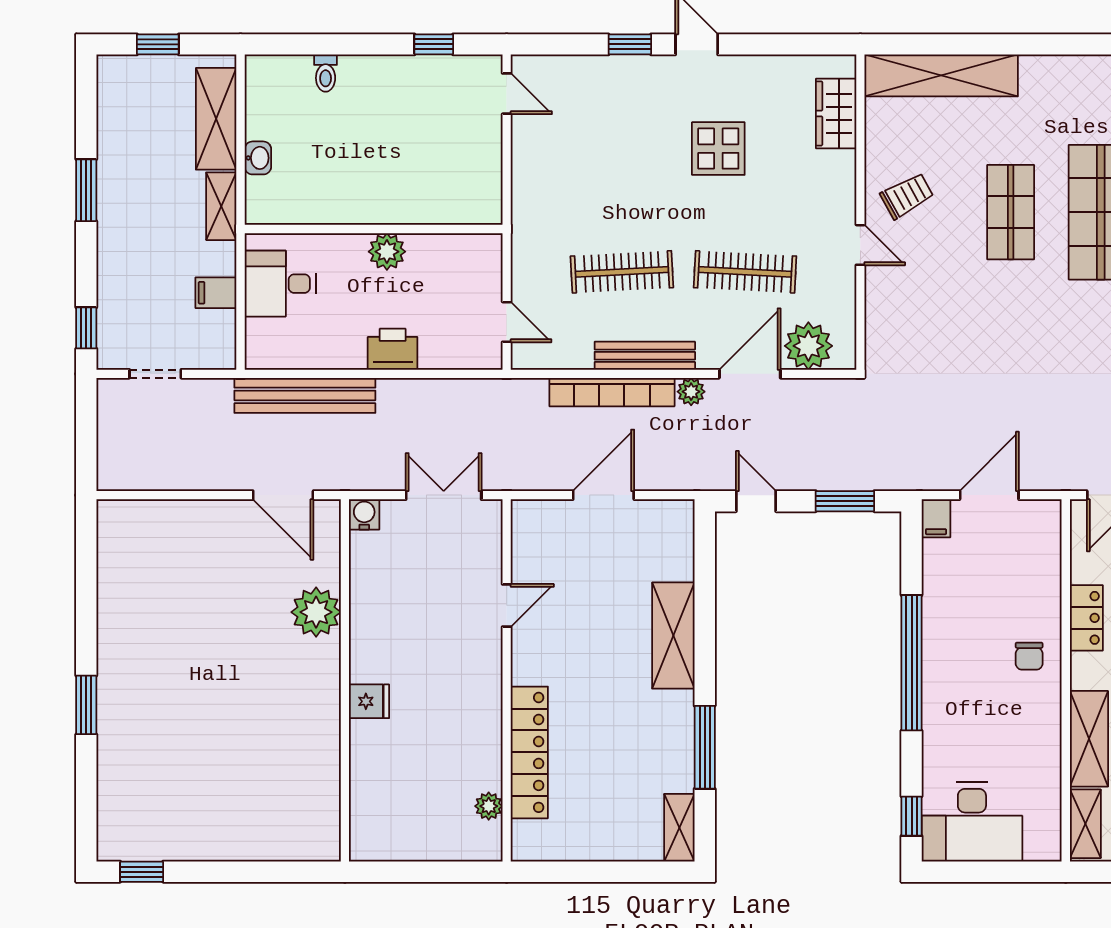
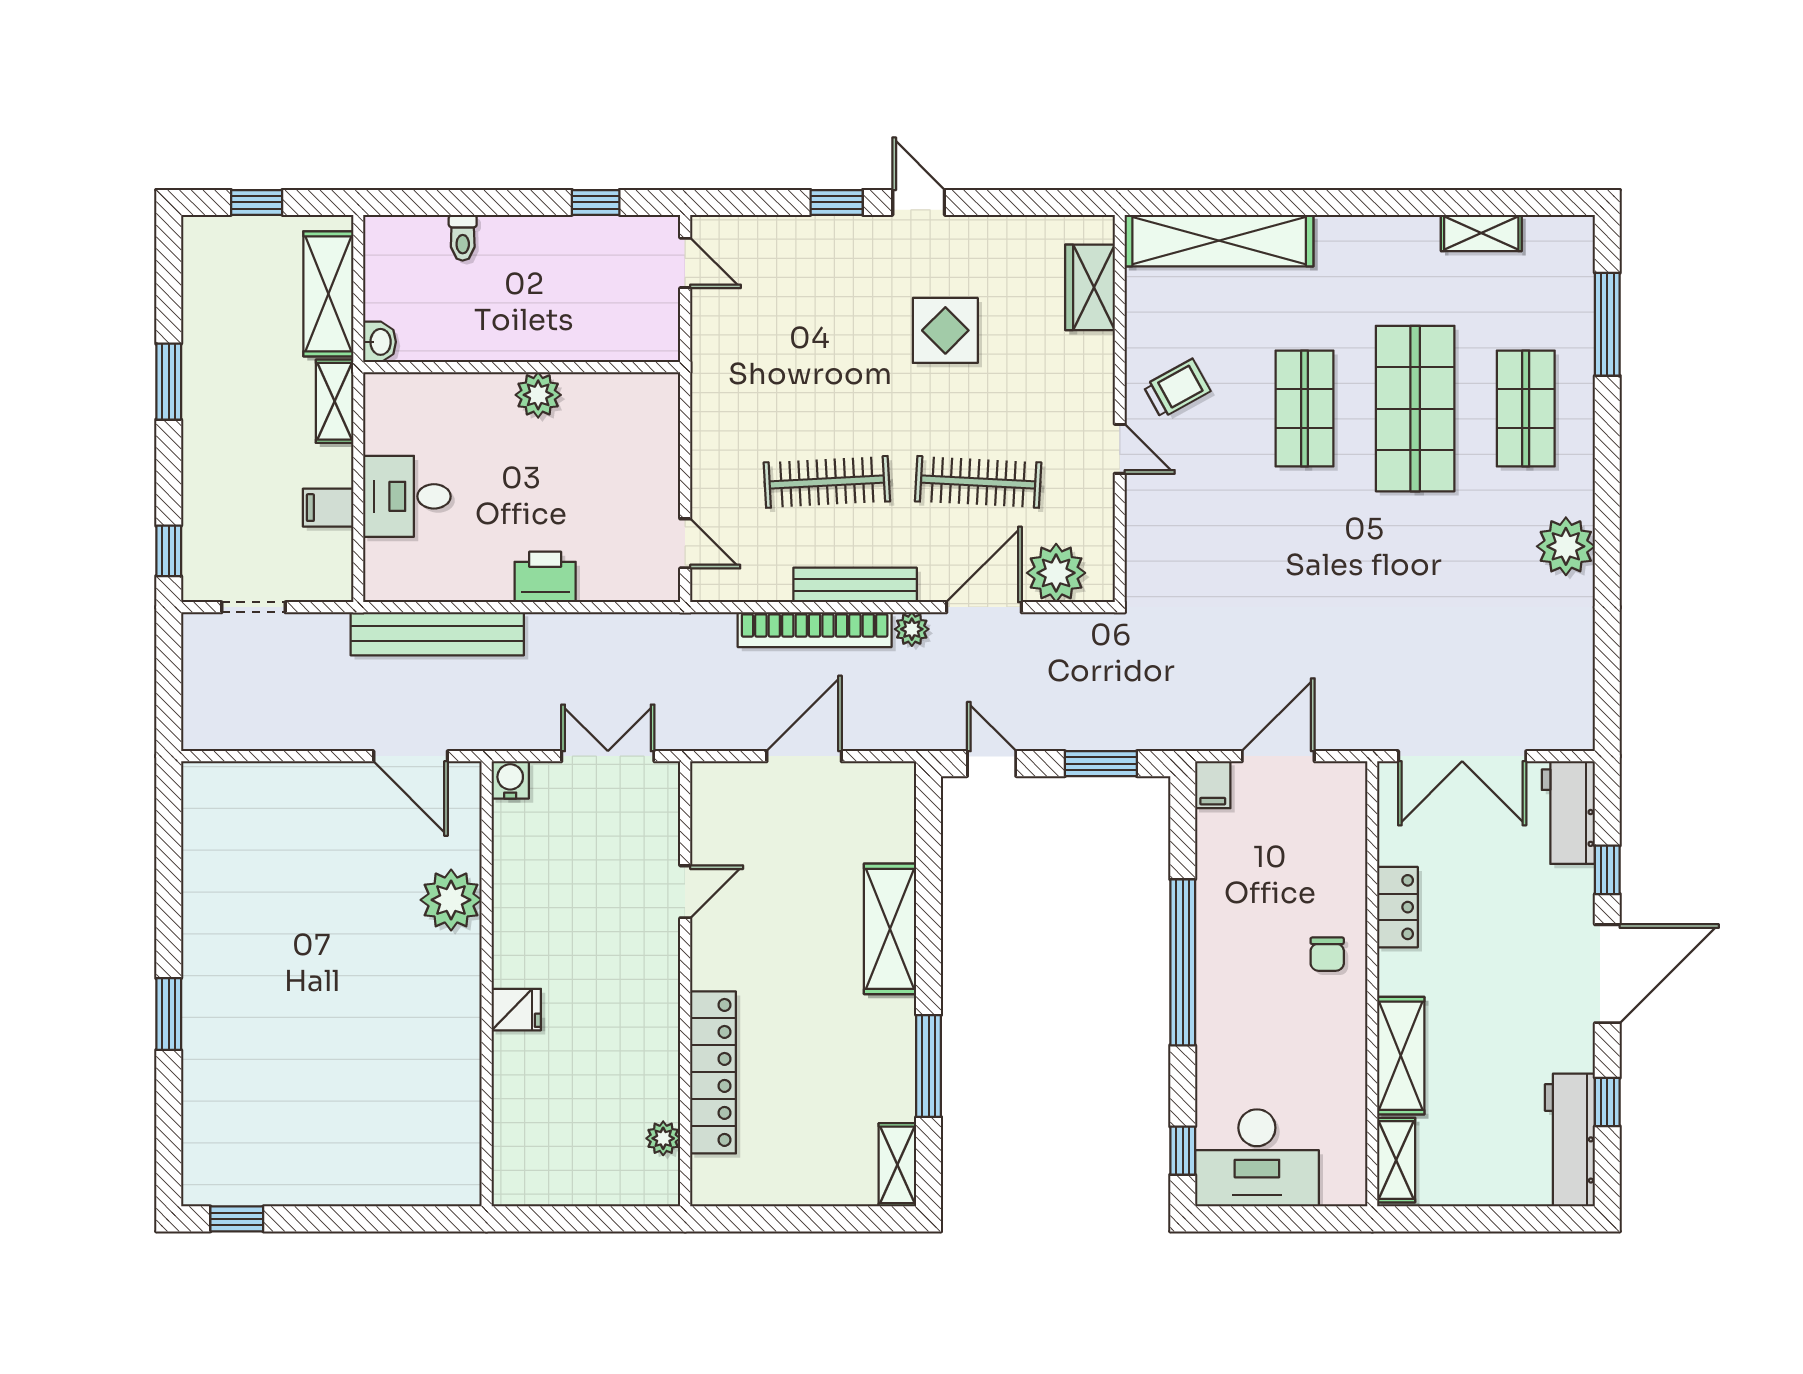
wall: (374, 229) -> (522, 367), moved
plant: (387, 252) -> (538, 395), moved

